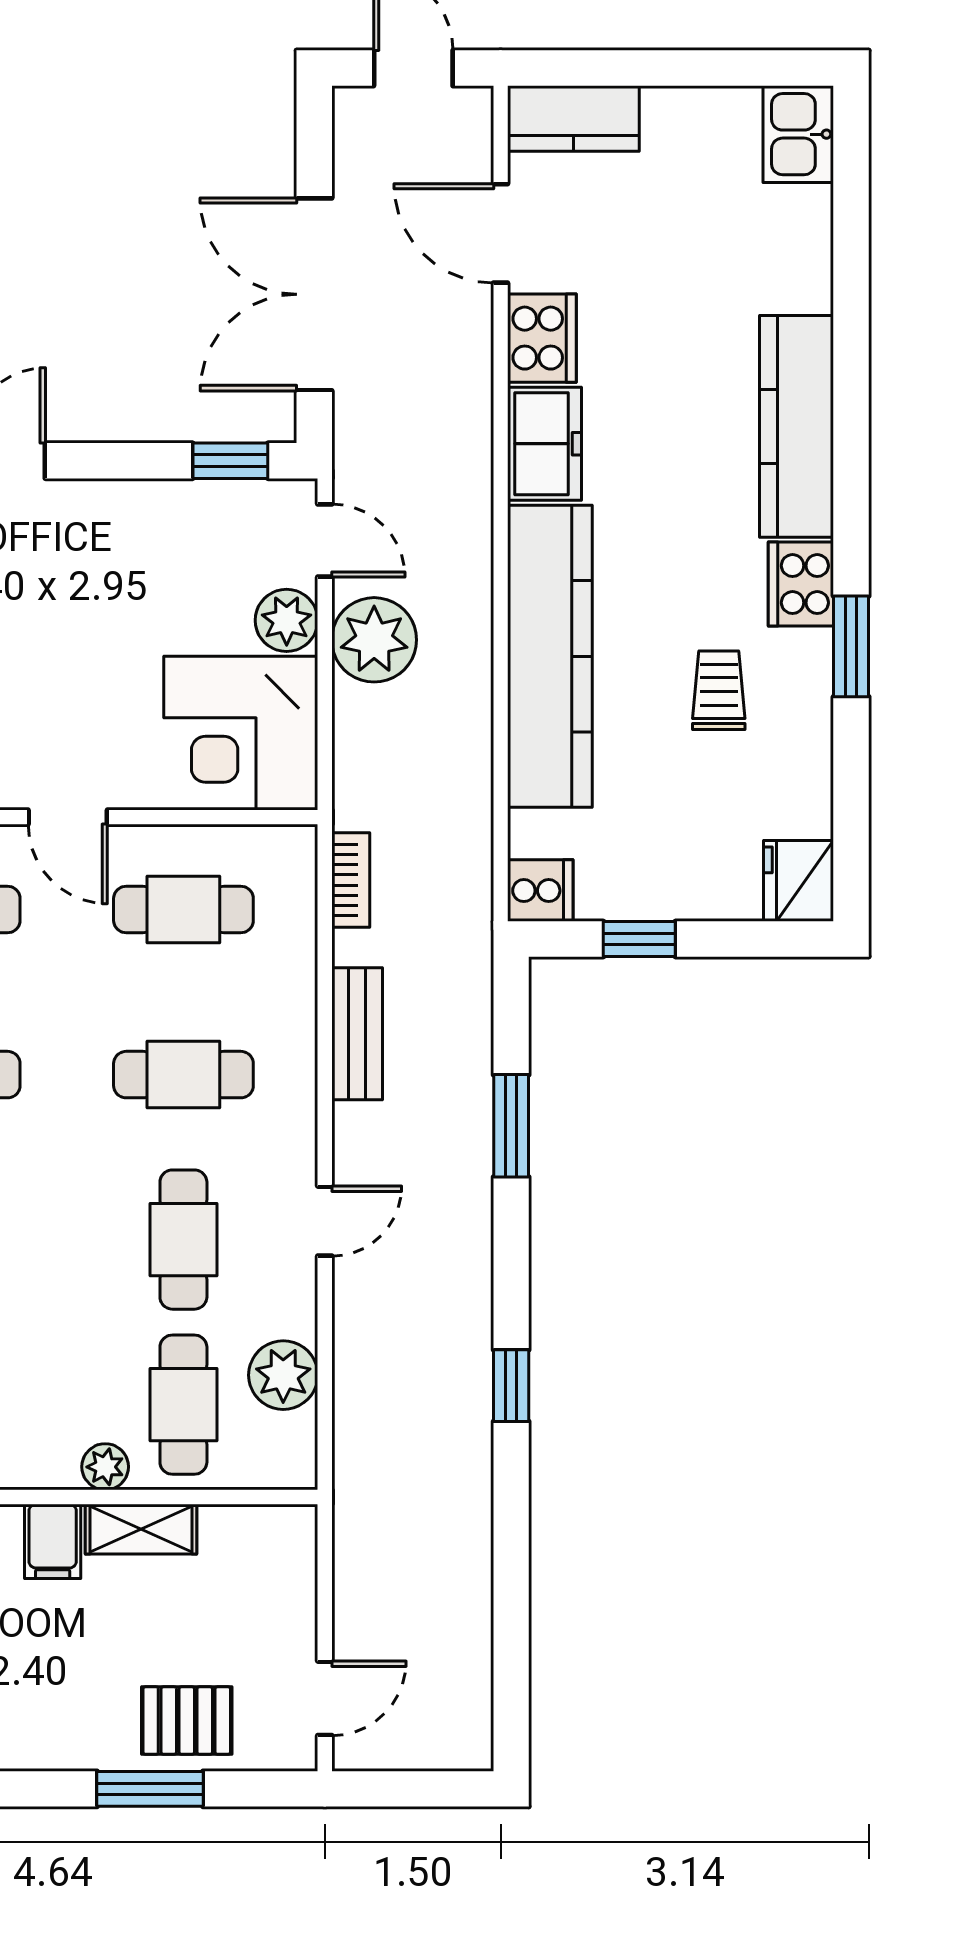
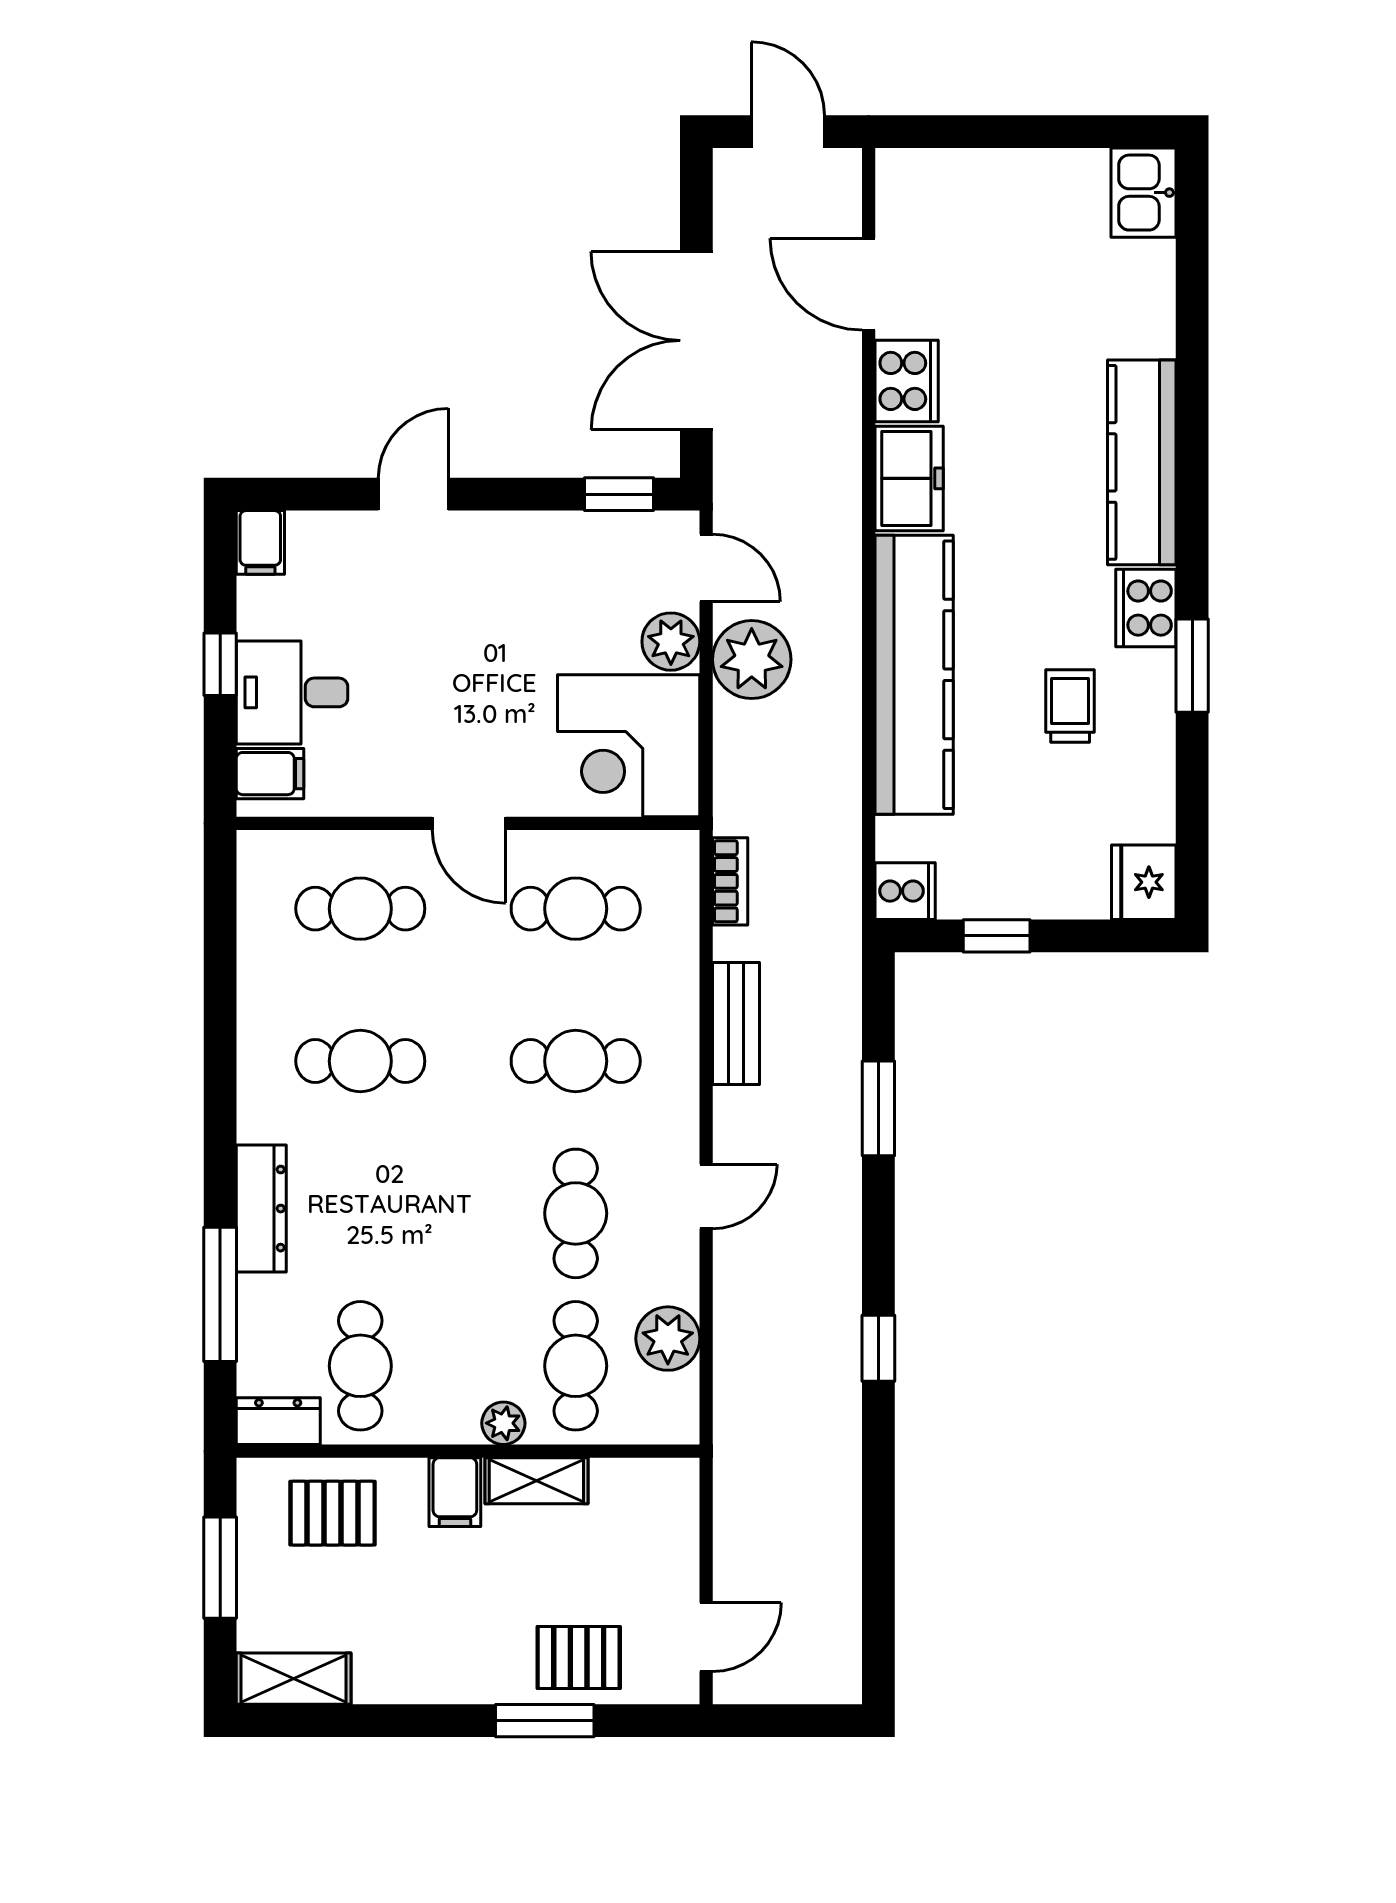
kitchen counter: (573, 119) -> (936, 178), removed

